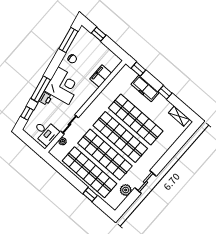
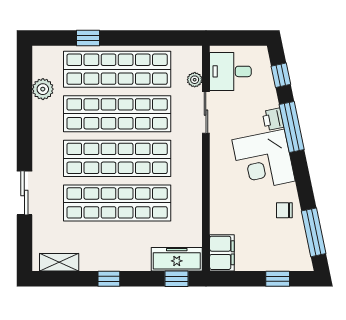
filing cabinet: (101, 76) -> (222, 253), moved
freezer: (145, 88) -> (177, 259), moved
sliding door: (145, 182) -> (24, 193), moved

